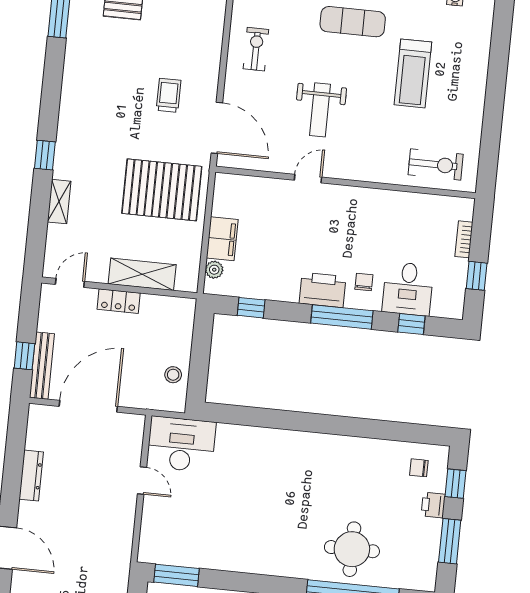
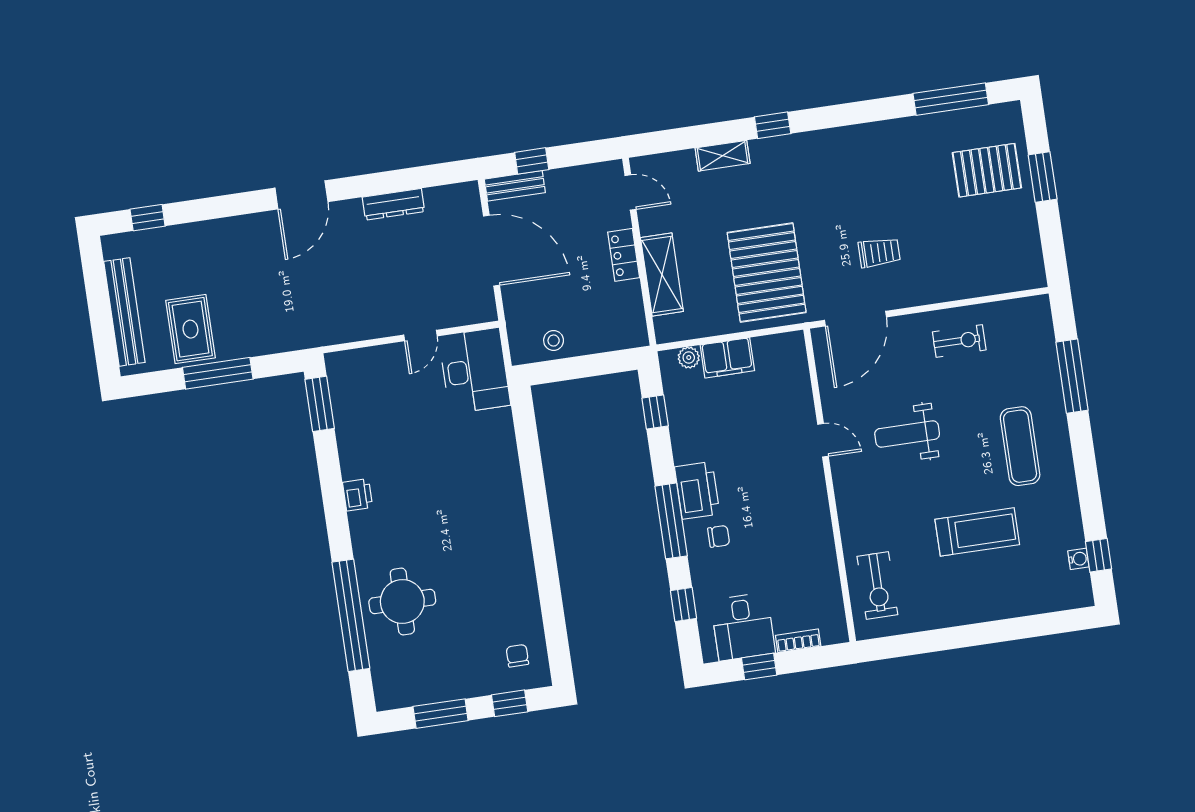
treadmill: (413, 73) -> (977, 532), turned 180
desk: (408, 289) -> (743, 627), moved, turned -90
bench: (42, 366) -> (515, 186), width x0.73
printer: (433, 505) -> (358, 495), moved, turned 90

